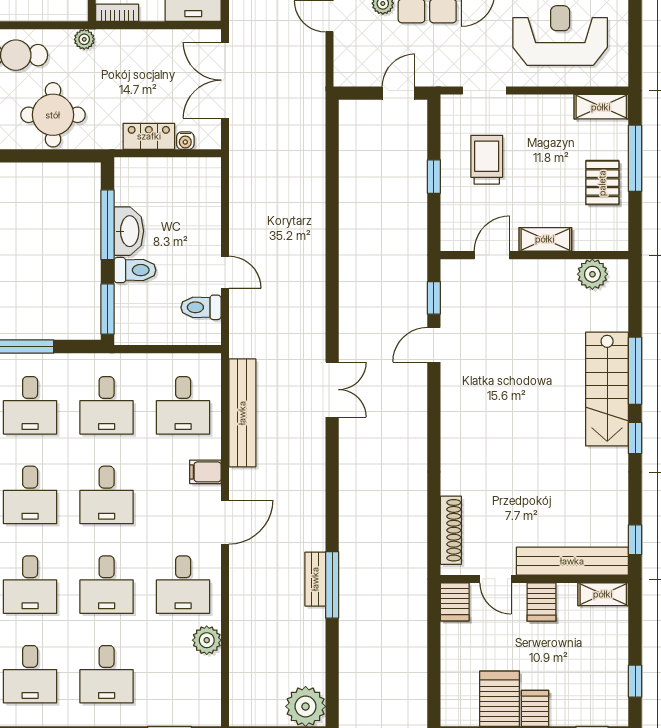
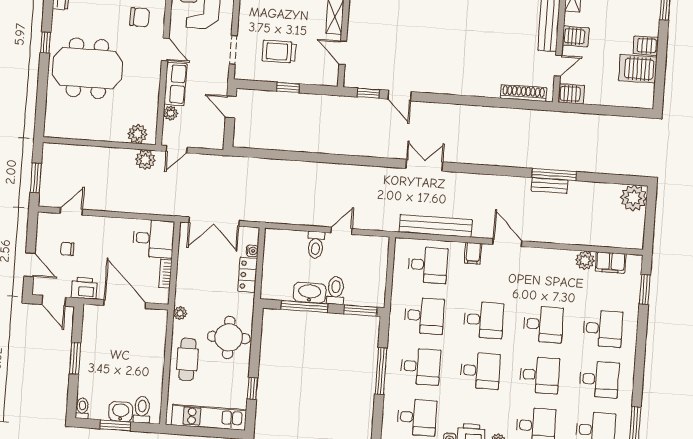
bookcase: (117, 13) -> (165, 274), moved
toilet: (201, 307) -> (316, 245), moved
desk: (183, 585) -> (547, 273), removed
filing cabinet: (206, 679) -> (611, 262), added

